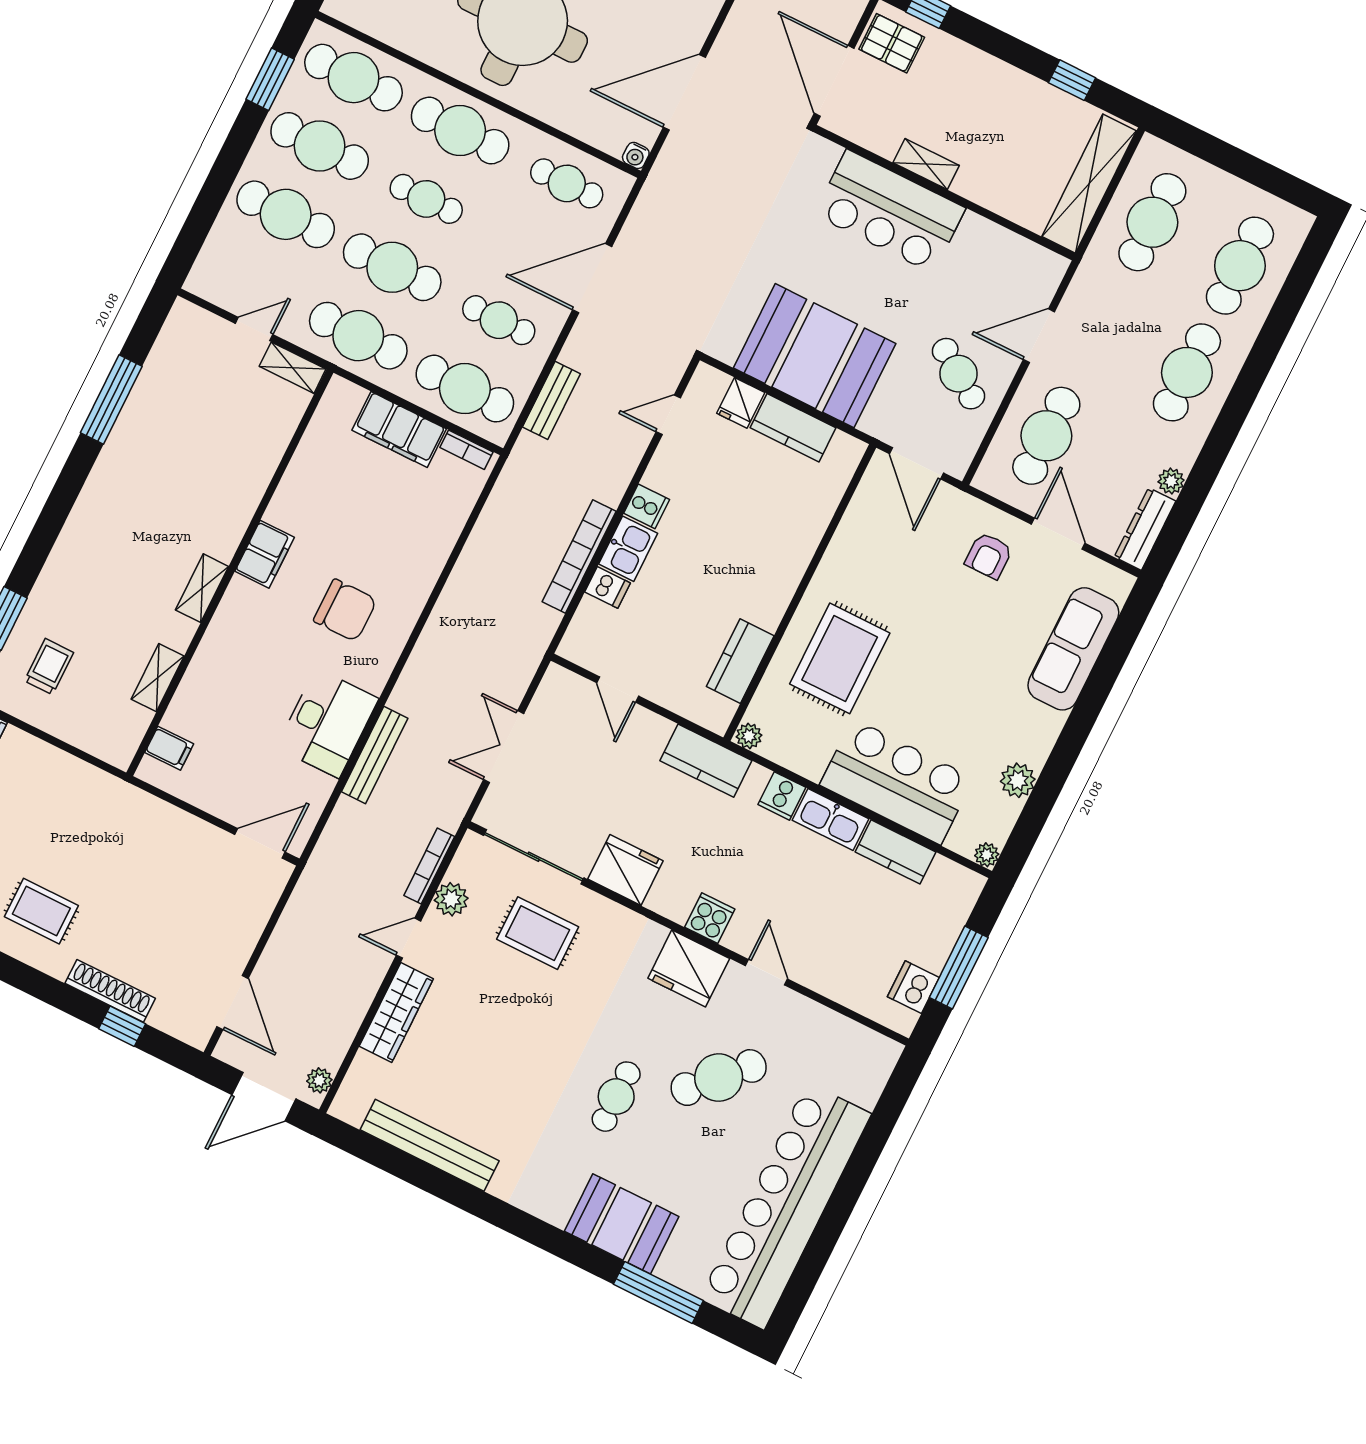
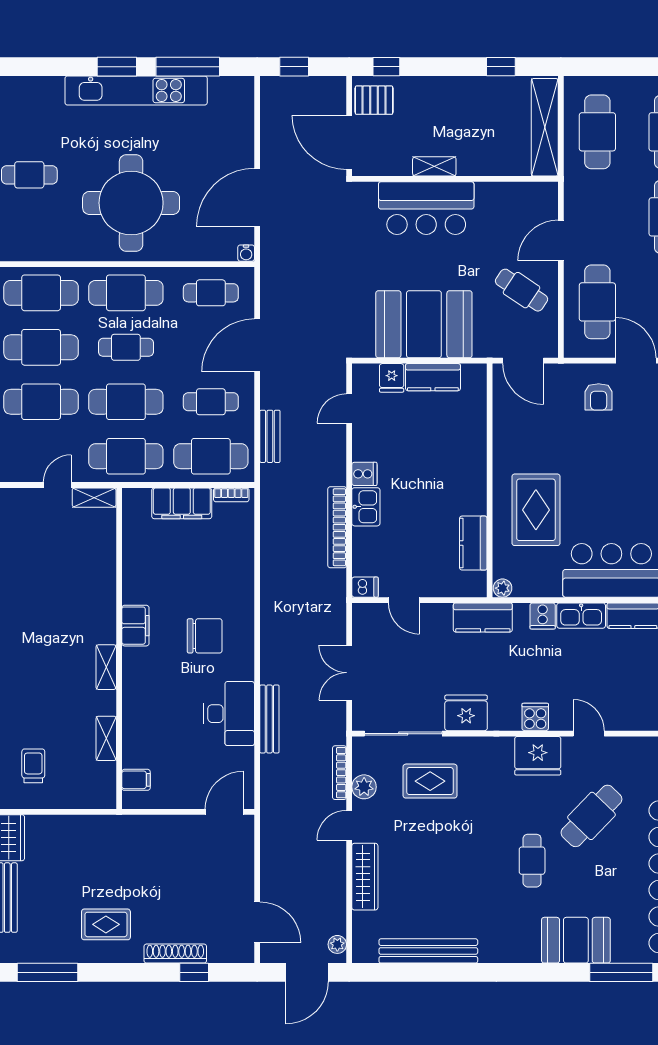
dishwasher: (608, 587) -> (365, 587), moved

